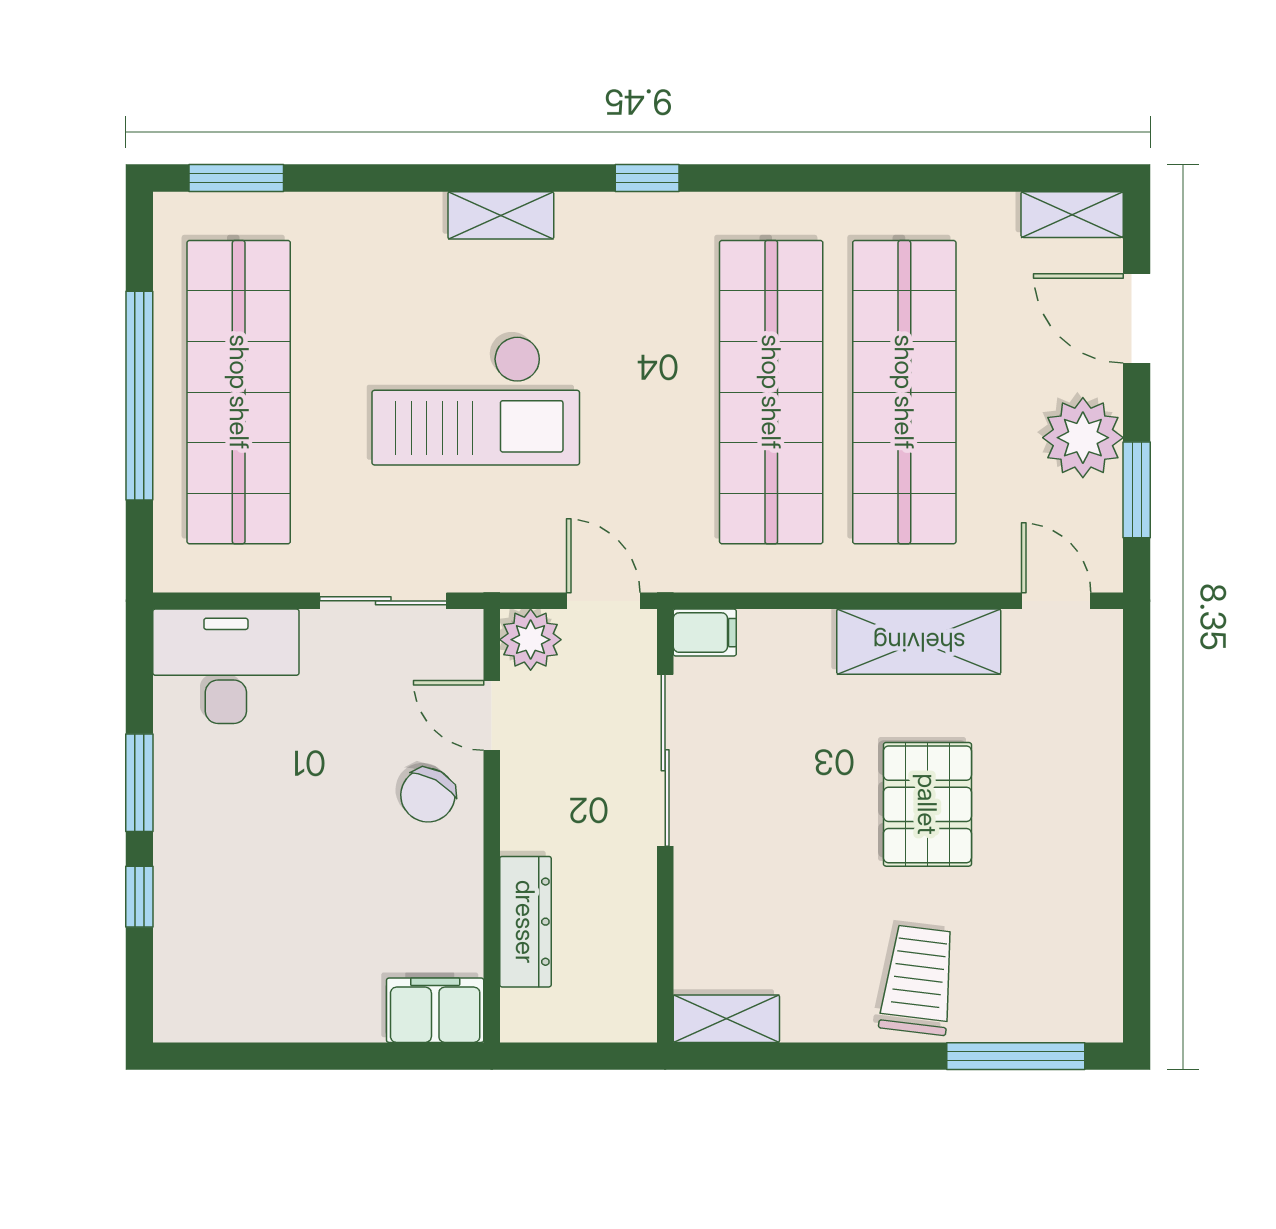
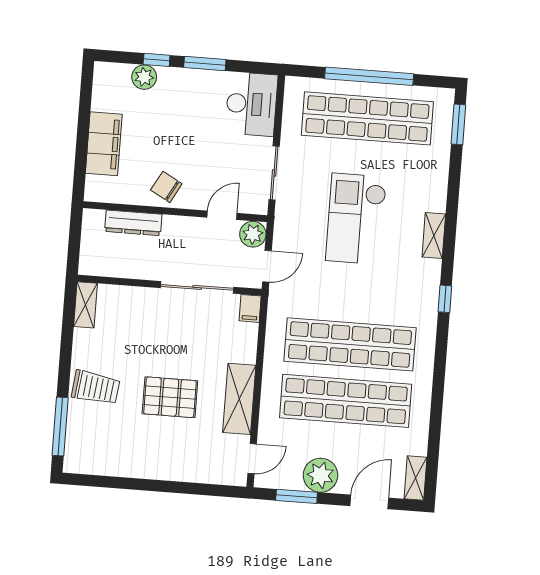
chair: (428, 795) -> (166, 187), moved
plant: (182, 922) -> (144, 77), added
filing cabinet: (435, 1010) -> (104, 144), moved, width x1.50, depth x1.17

